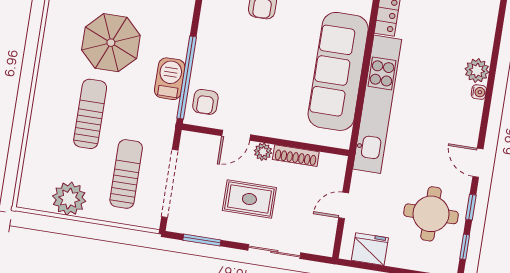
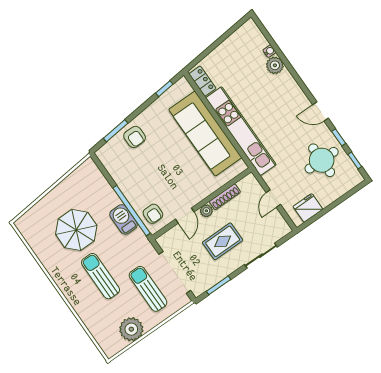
water cooler: (479, 92) -> (269, 51), moved

